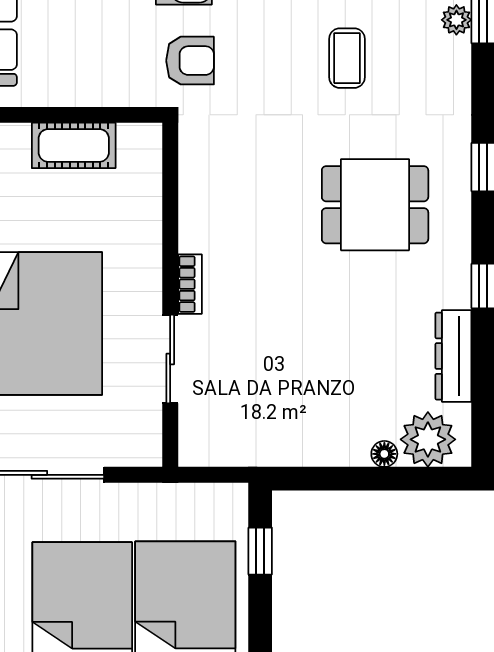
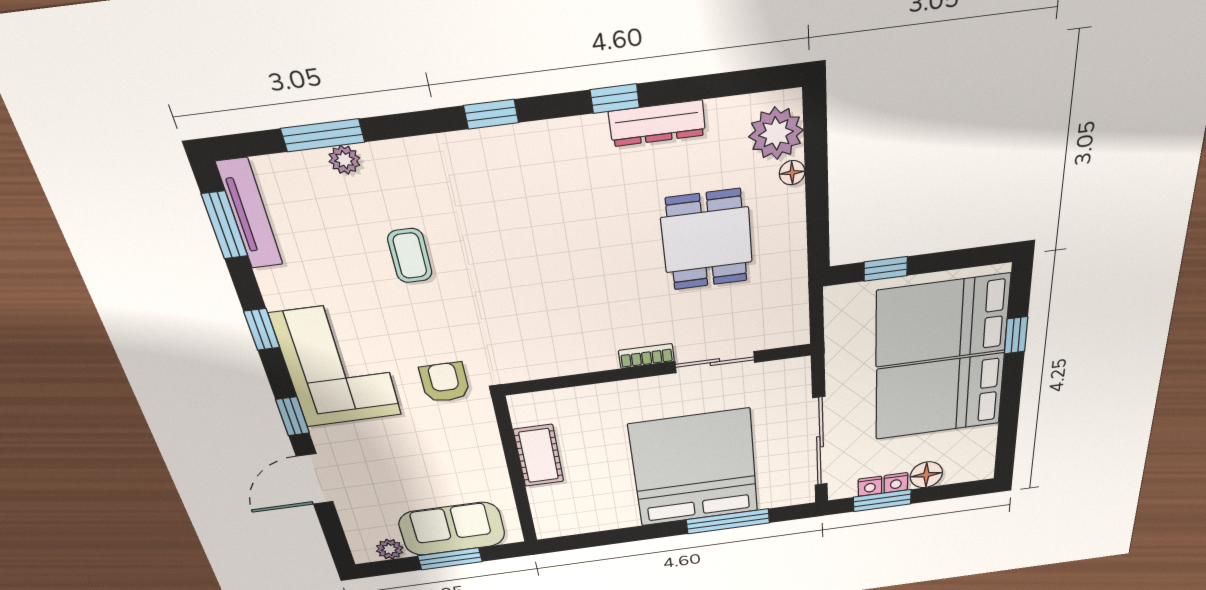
coffee table: (347, 58) -> (410, 256), turned 90
dining table: (375, 205) -> (707, 240), moved
dresser: (453, 356) -> (657, 123), moved

